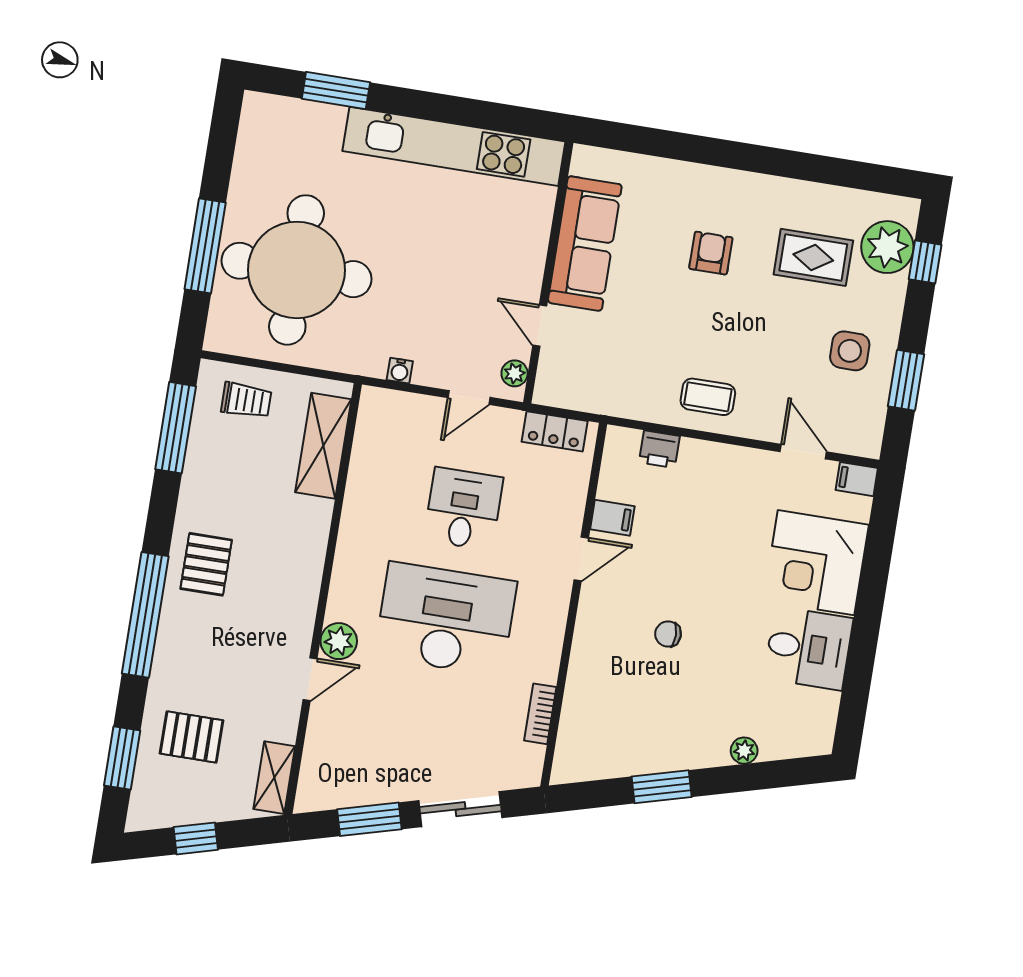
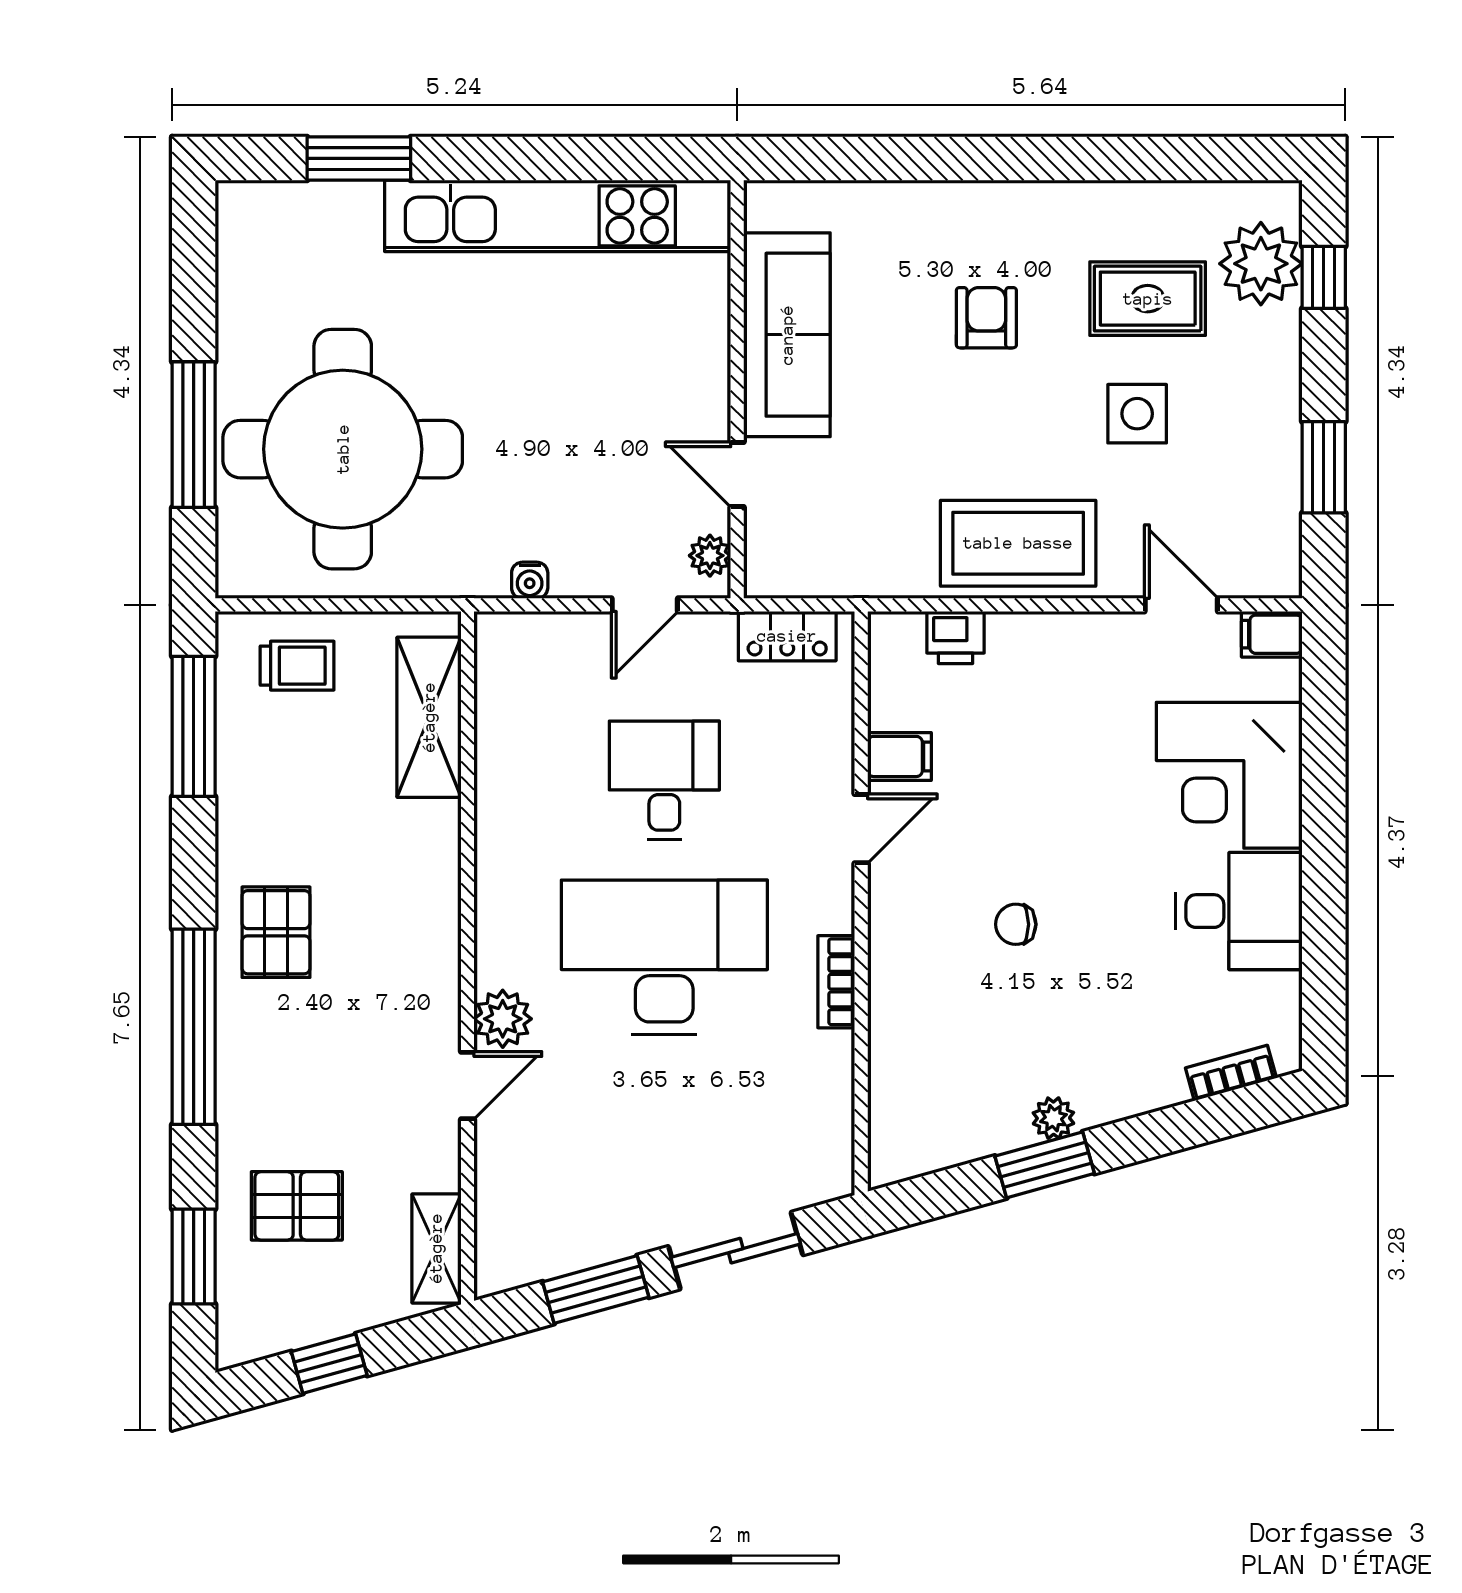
side table: (850, 351) -> (1137, 414), moved
coffee table: (708, 397) -> (1018, 543), width x1.86, depth x1.72
bookcase: (540, 714) -> (836, 982), moved
bookcase: (787, 748) -> (1231, 1073), added
plant: (744, 751) -> (1053, 1118), moved

